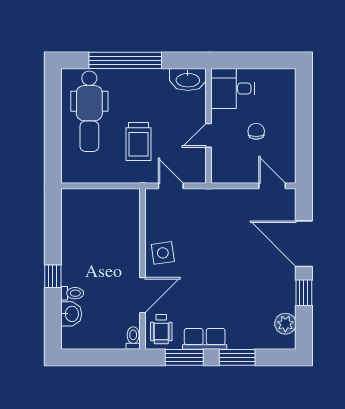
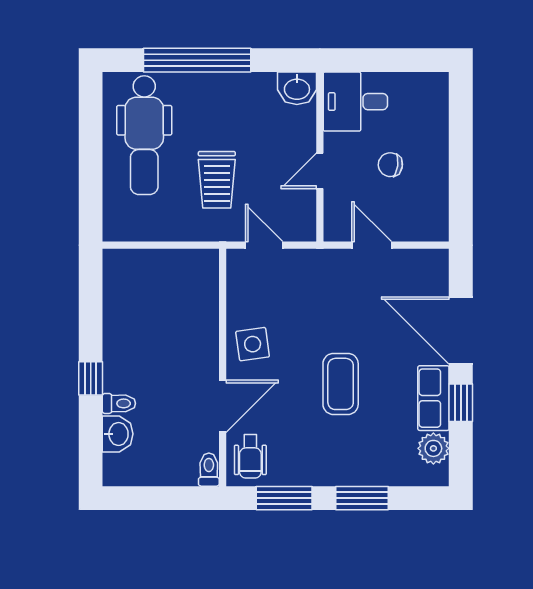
washbasin: (188, 80) -> (297, 88), width x0.72
chair: (256, 131) -> (390, 165), turned -82
door: (272, 186) -> (372, 245), moved
coffee table: (222, 280) -> (341, 384), added
row of seats: (205, 339) -> (433, 398), moved, turned -90

